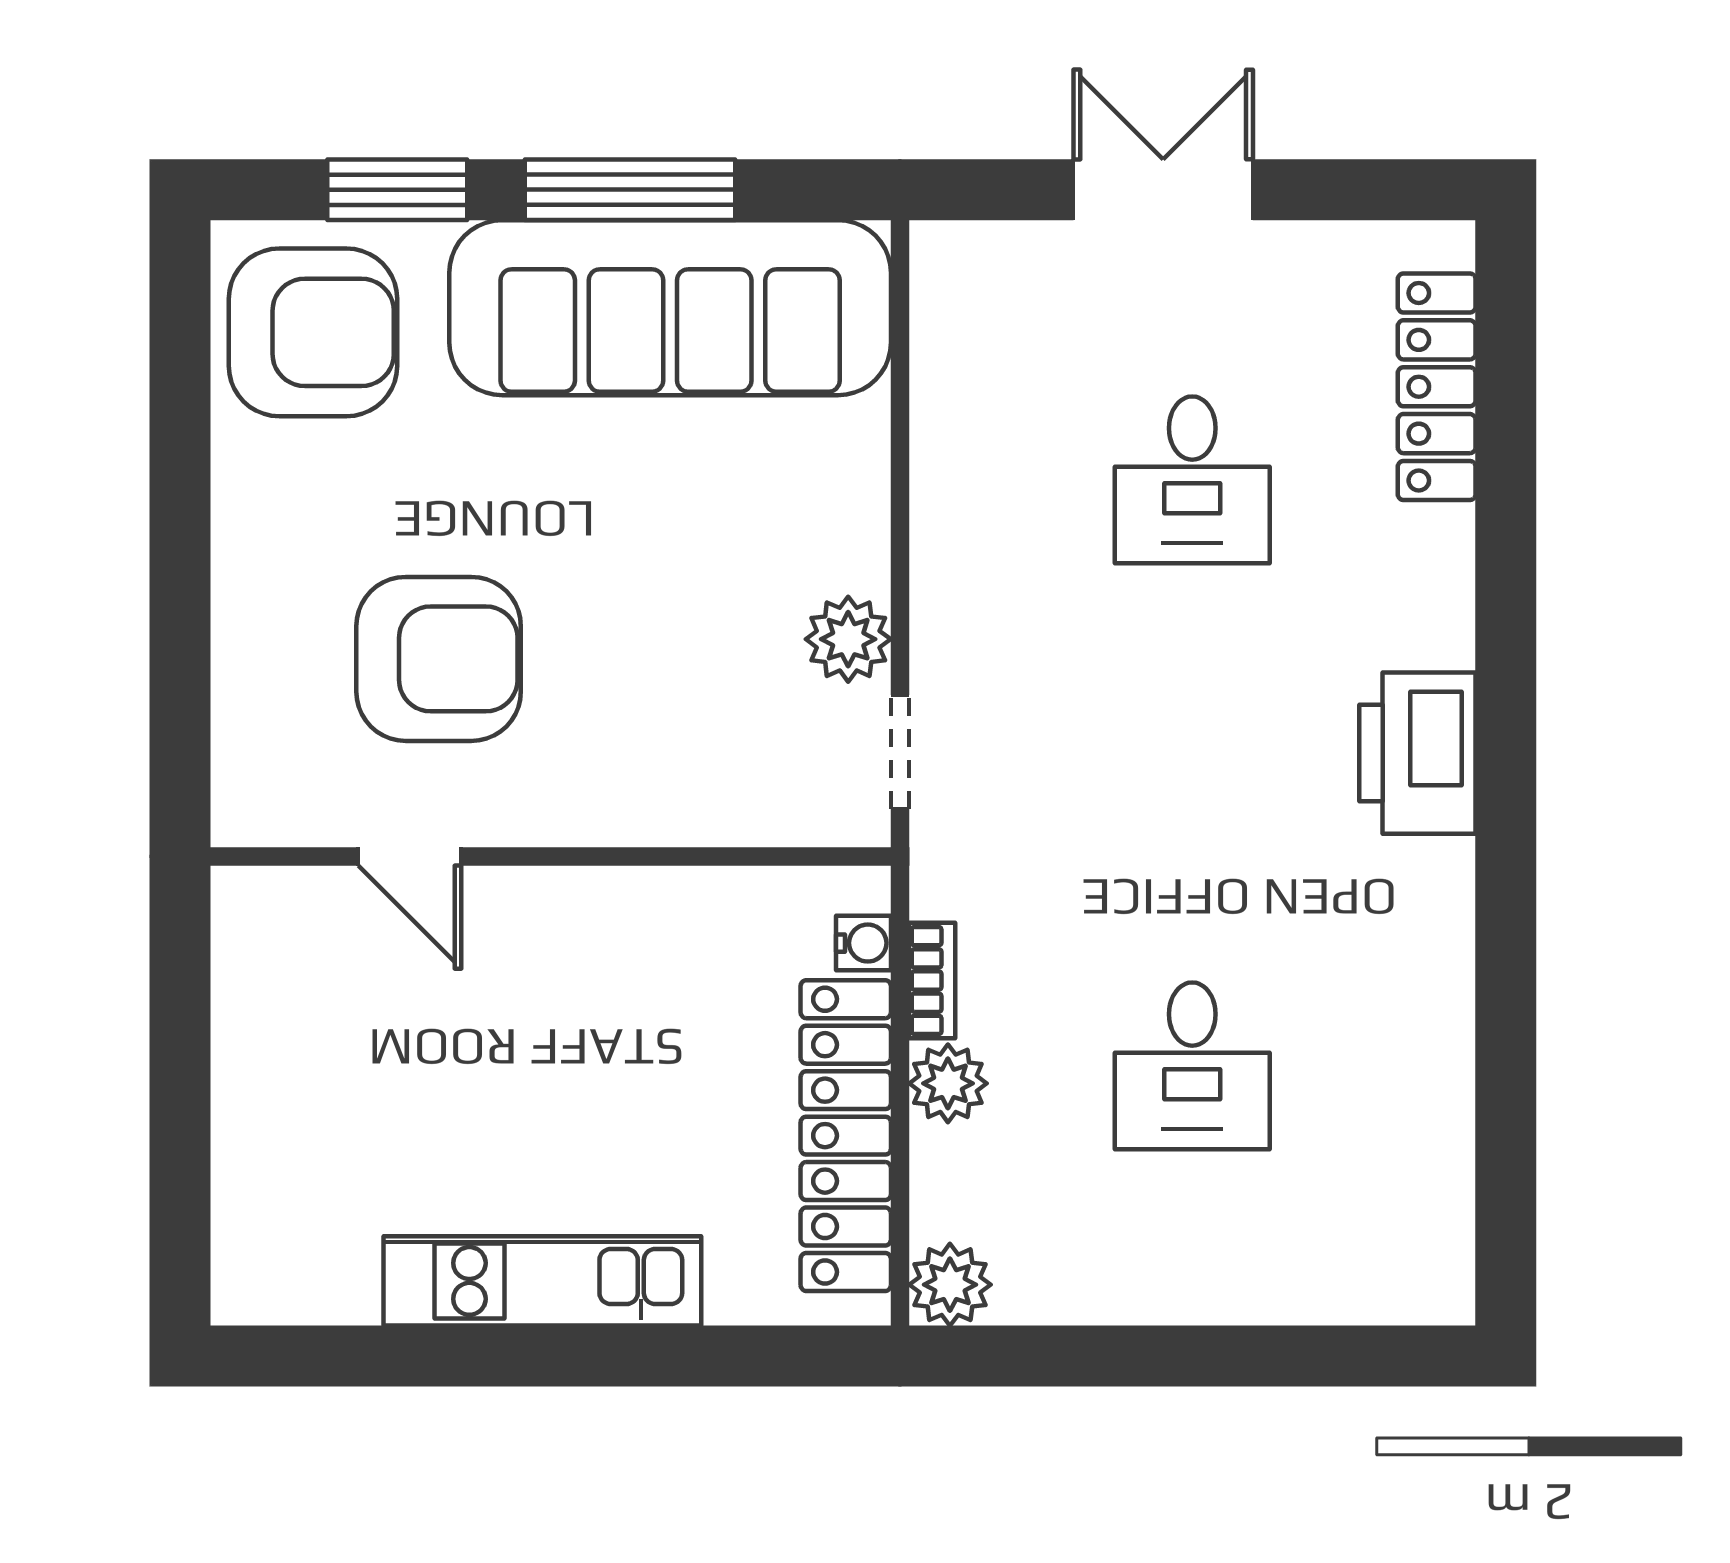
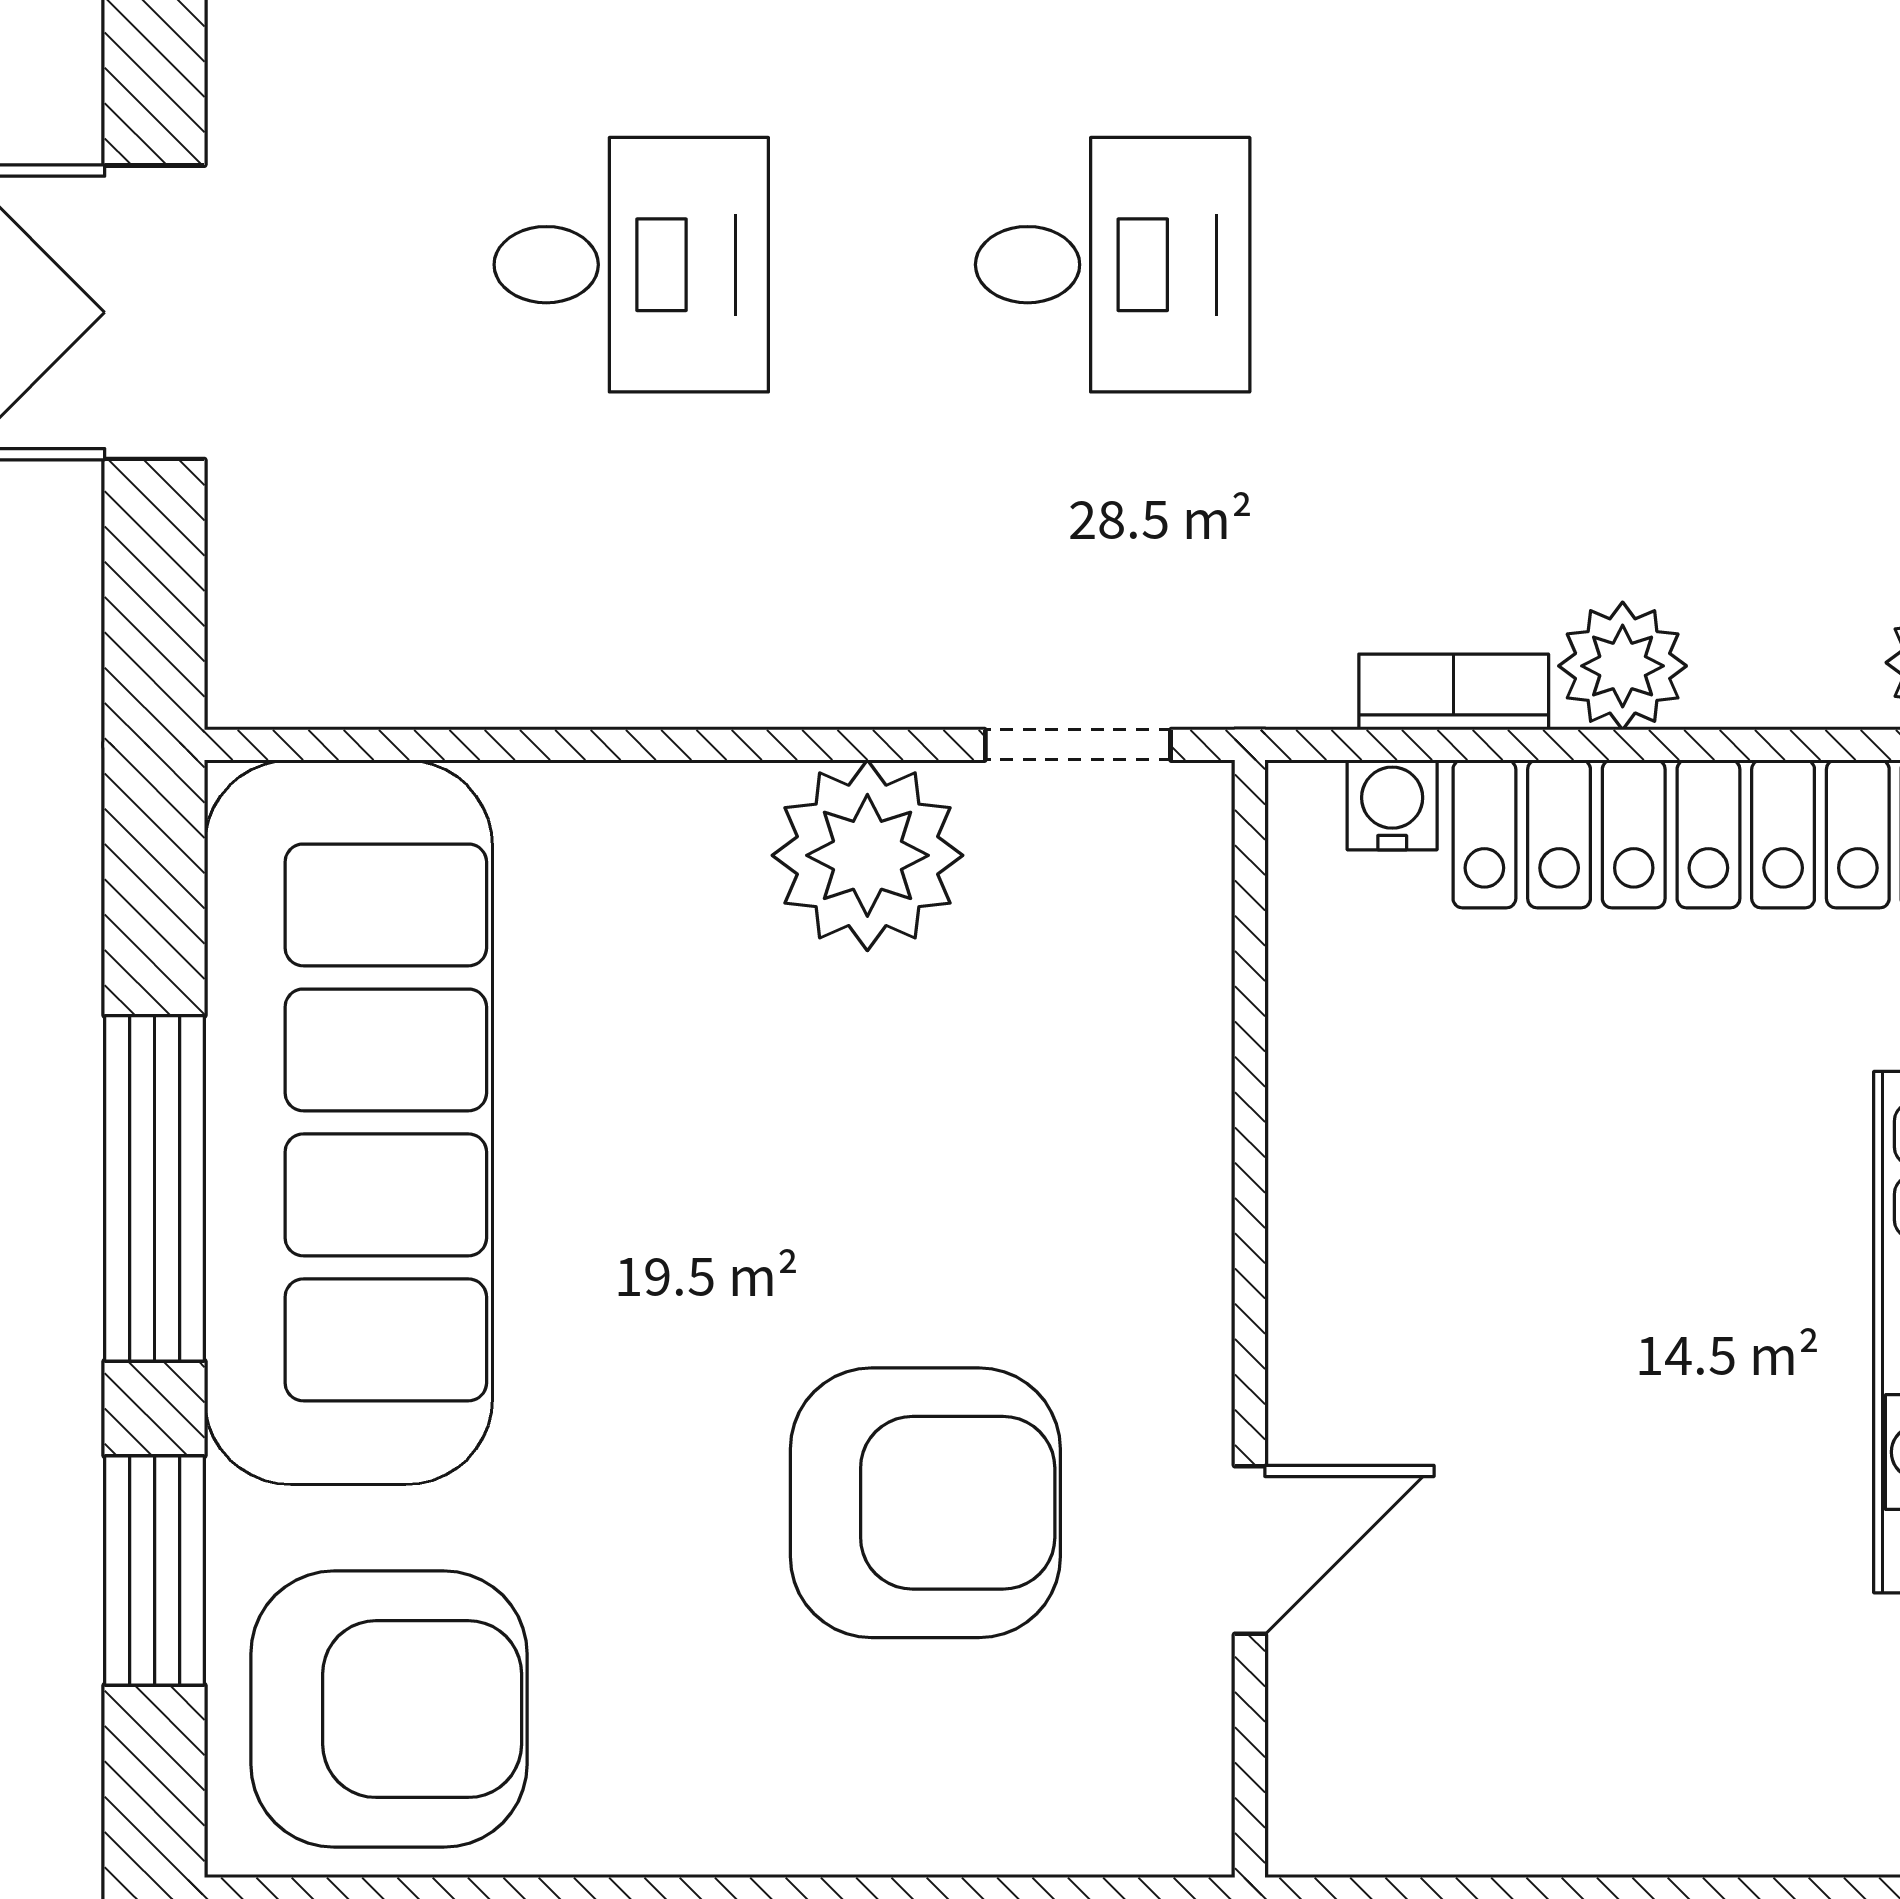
armchair: (313, 332) -> (389, 1709), turned 90
plant: (848, 639) -> (867, 855), width x1.36, depth x1.36
armchair: (439, 659) -> (925, 1503), turned 90
desk: (1192, 1066) -> (1113, 265), moved

